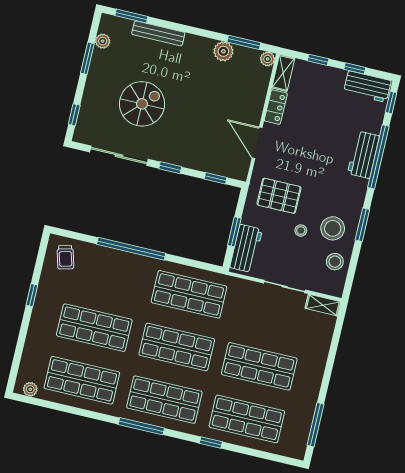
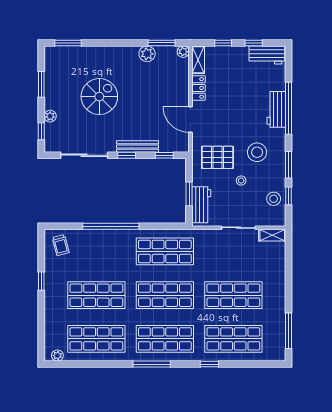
bench: (158, 33) -> (138, 147), moved
plant: (103, 41) -> (50, 116), moved
window: (391, 103) -> (289, 196), moved
spiral stairs: (142, 104) -> (99, 97), moved
stool: (333, 228) -> (257, 152), moved

